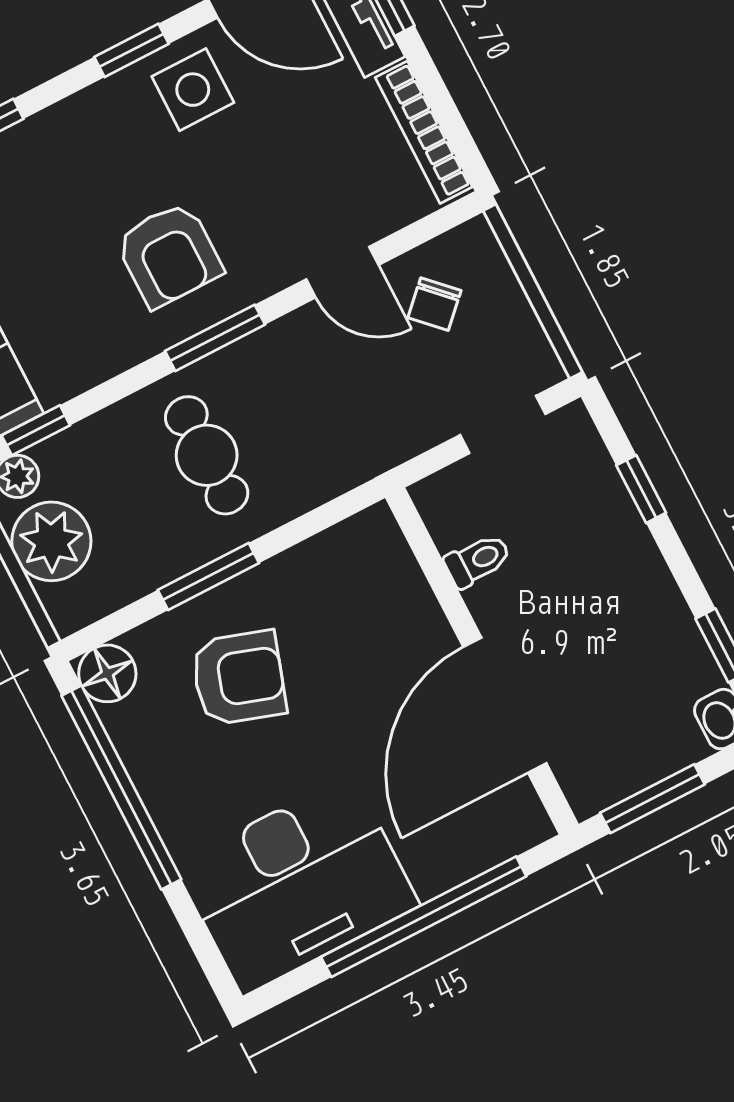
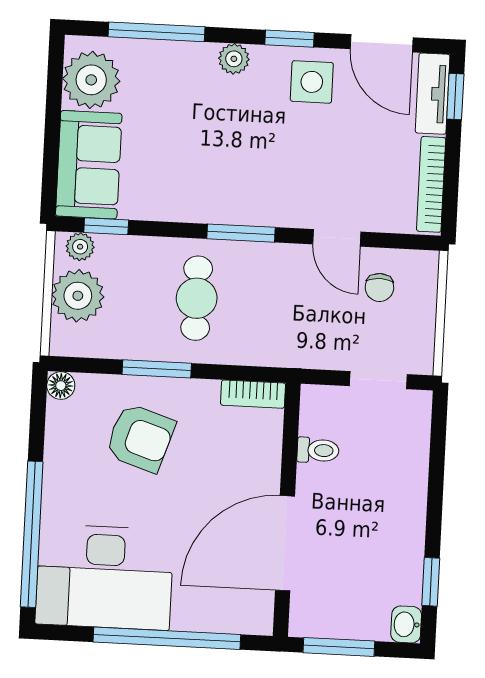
plant: (75, 118) -> (234, 59), added
armchair: (169, 255) -> (242, 169), removed
chair: (435, 304) -> (379, 287), turned -45
window: (641, 489) -> (437, 464), removed
bookcase: (351, 537) -> (253, 394), added
floor lamp: (107, 673) -> (61, 386), width x0.73, depth x0.73
window: (121, 788) -> (32, 534), moved

